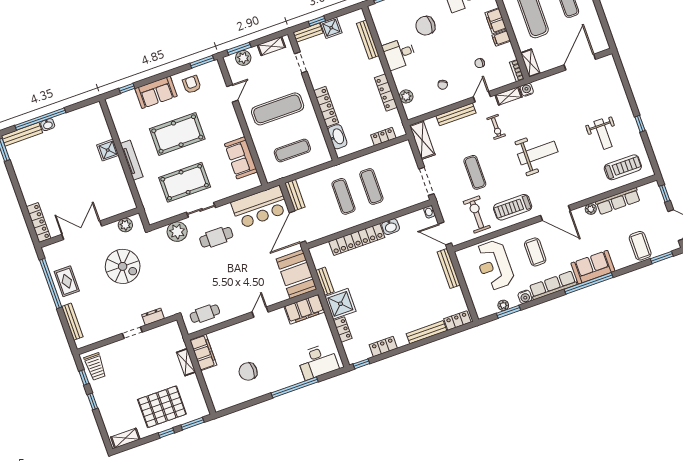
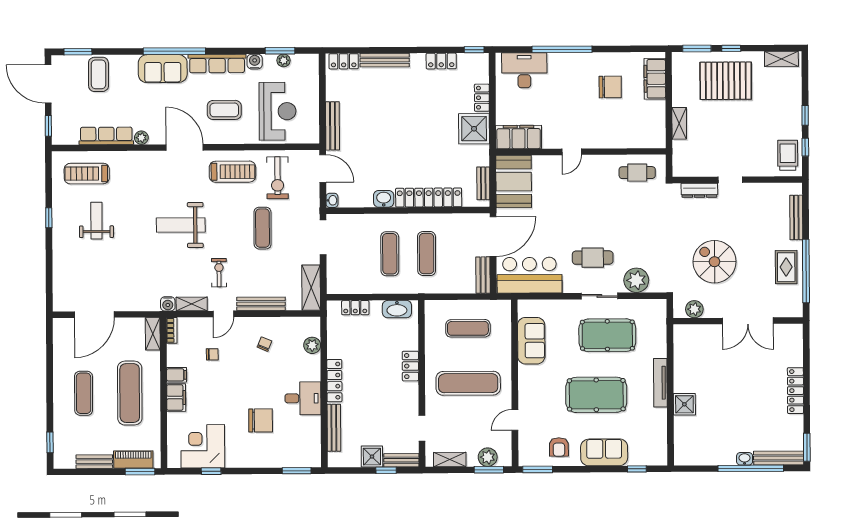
locker: (386, 93) -> (334, 381), moved
locker: (326, 107) -> (410, 366), width x0.66
washbasin: (337, 137) -> (397, 309), moved, turned -90
locker: (39, 222) -> (795, 391), moved
coffee table: (535, 252) -> (224, 110), turned 90
bench: (325, 281) -> (483, 183), moved
dresser: (153, 317) -> (699, 190), width x1.44
filing cabinet: (203, 352) -> (655, 79), moved

